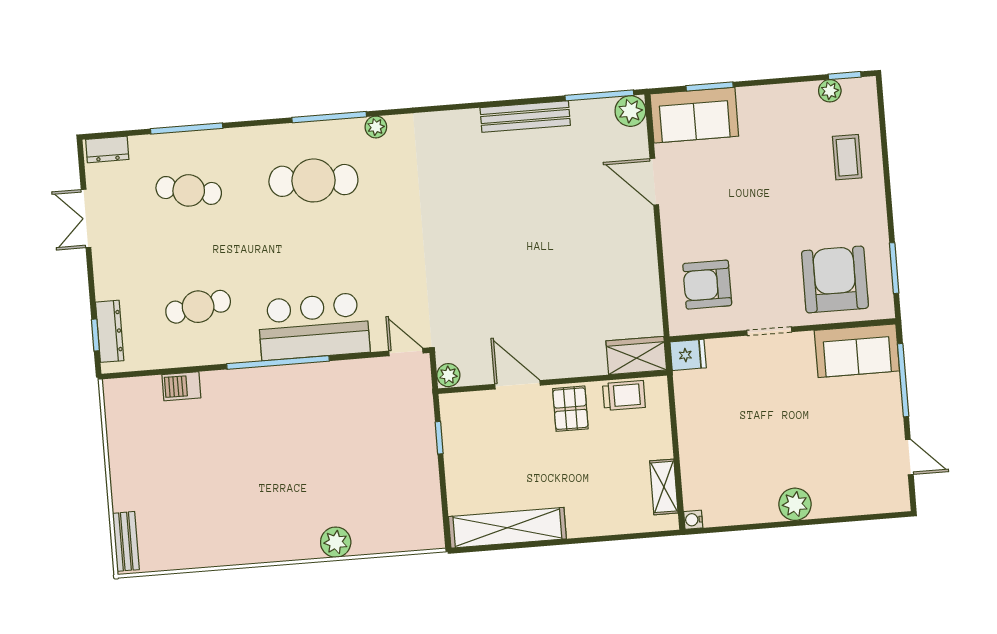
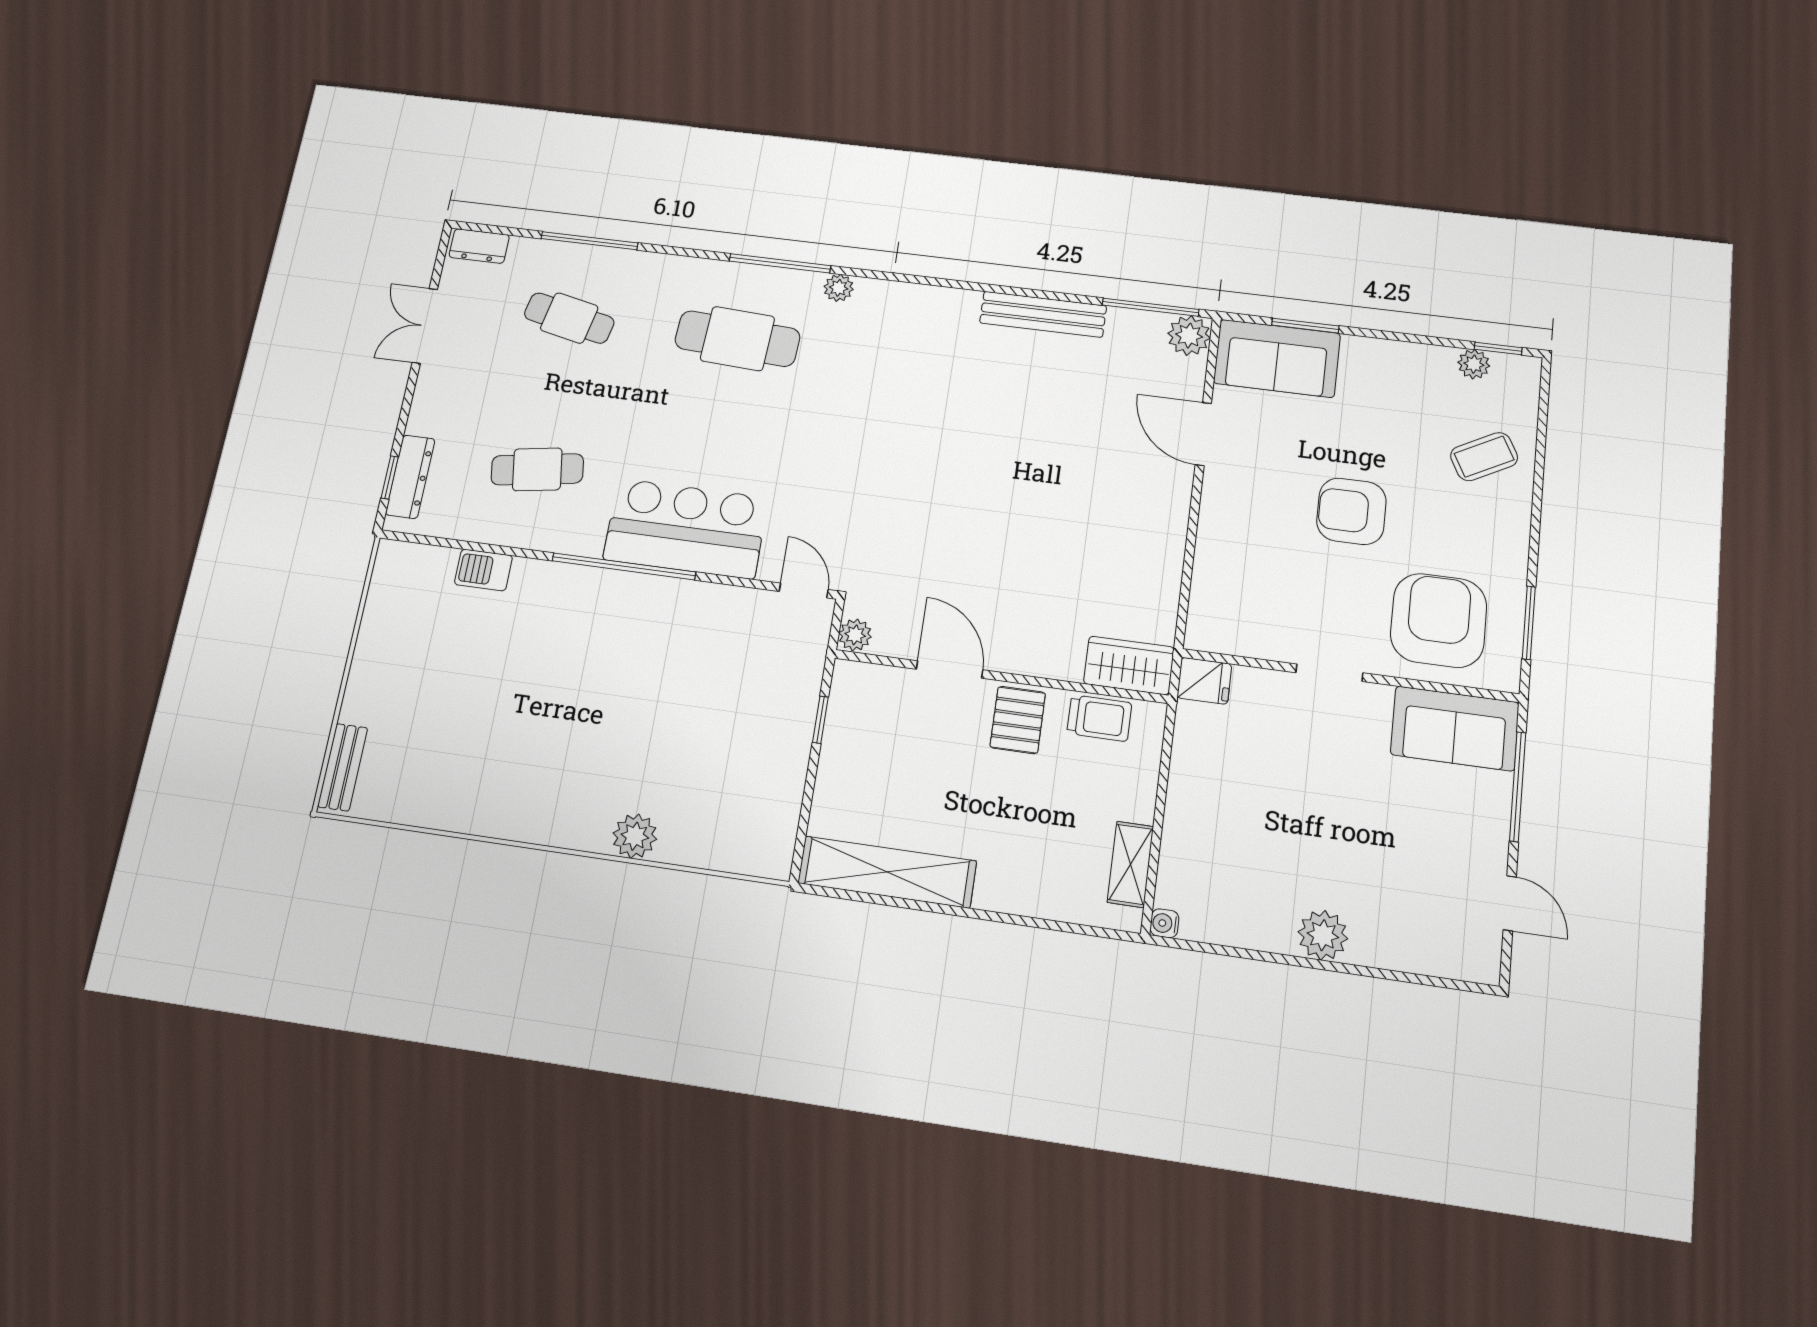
coffee table: (847, 157) -> (1484, 457), turned 62
armchair: (707, 285) -> (1351, 511), moved

